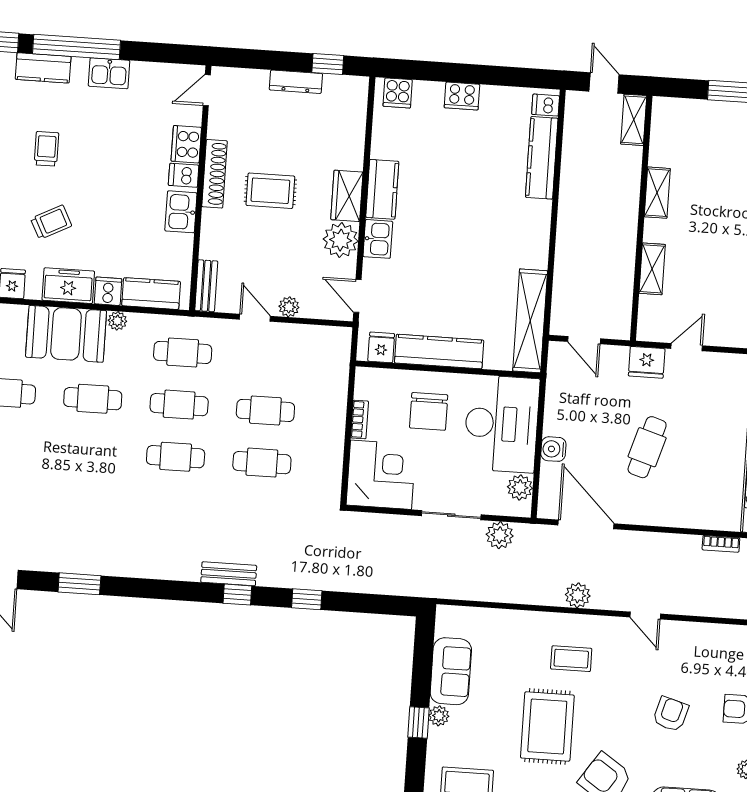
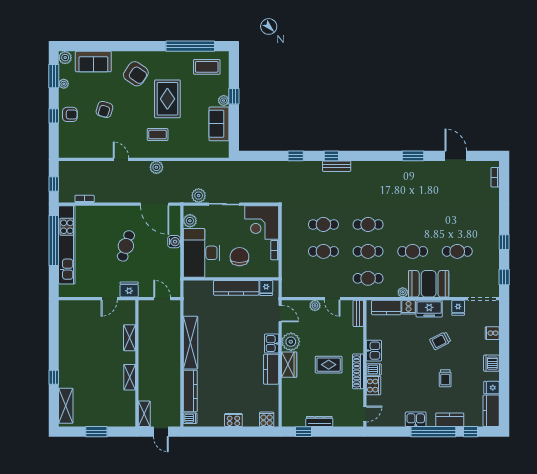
shelving: (530, 321) -> (190, 343), moved

